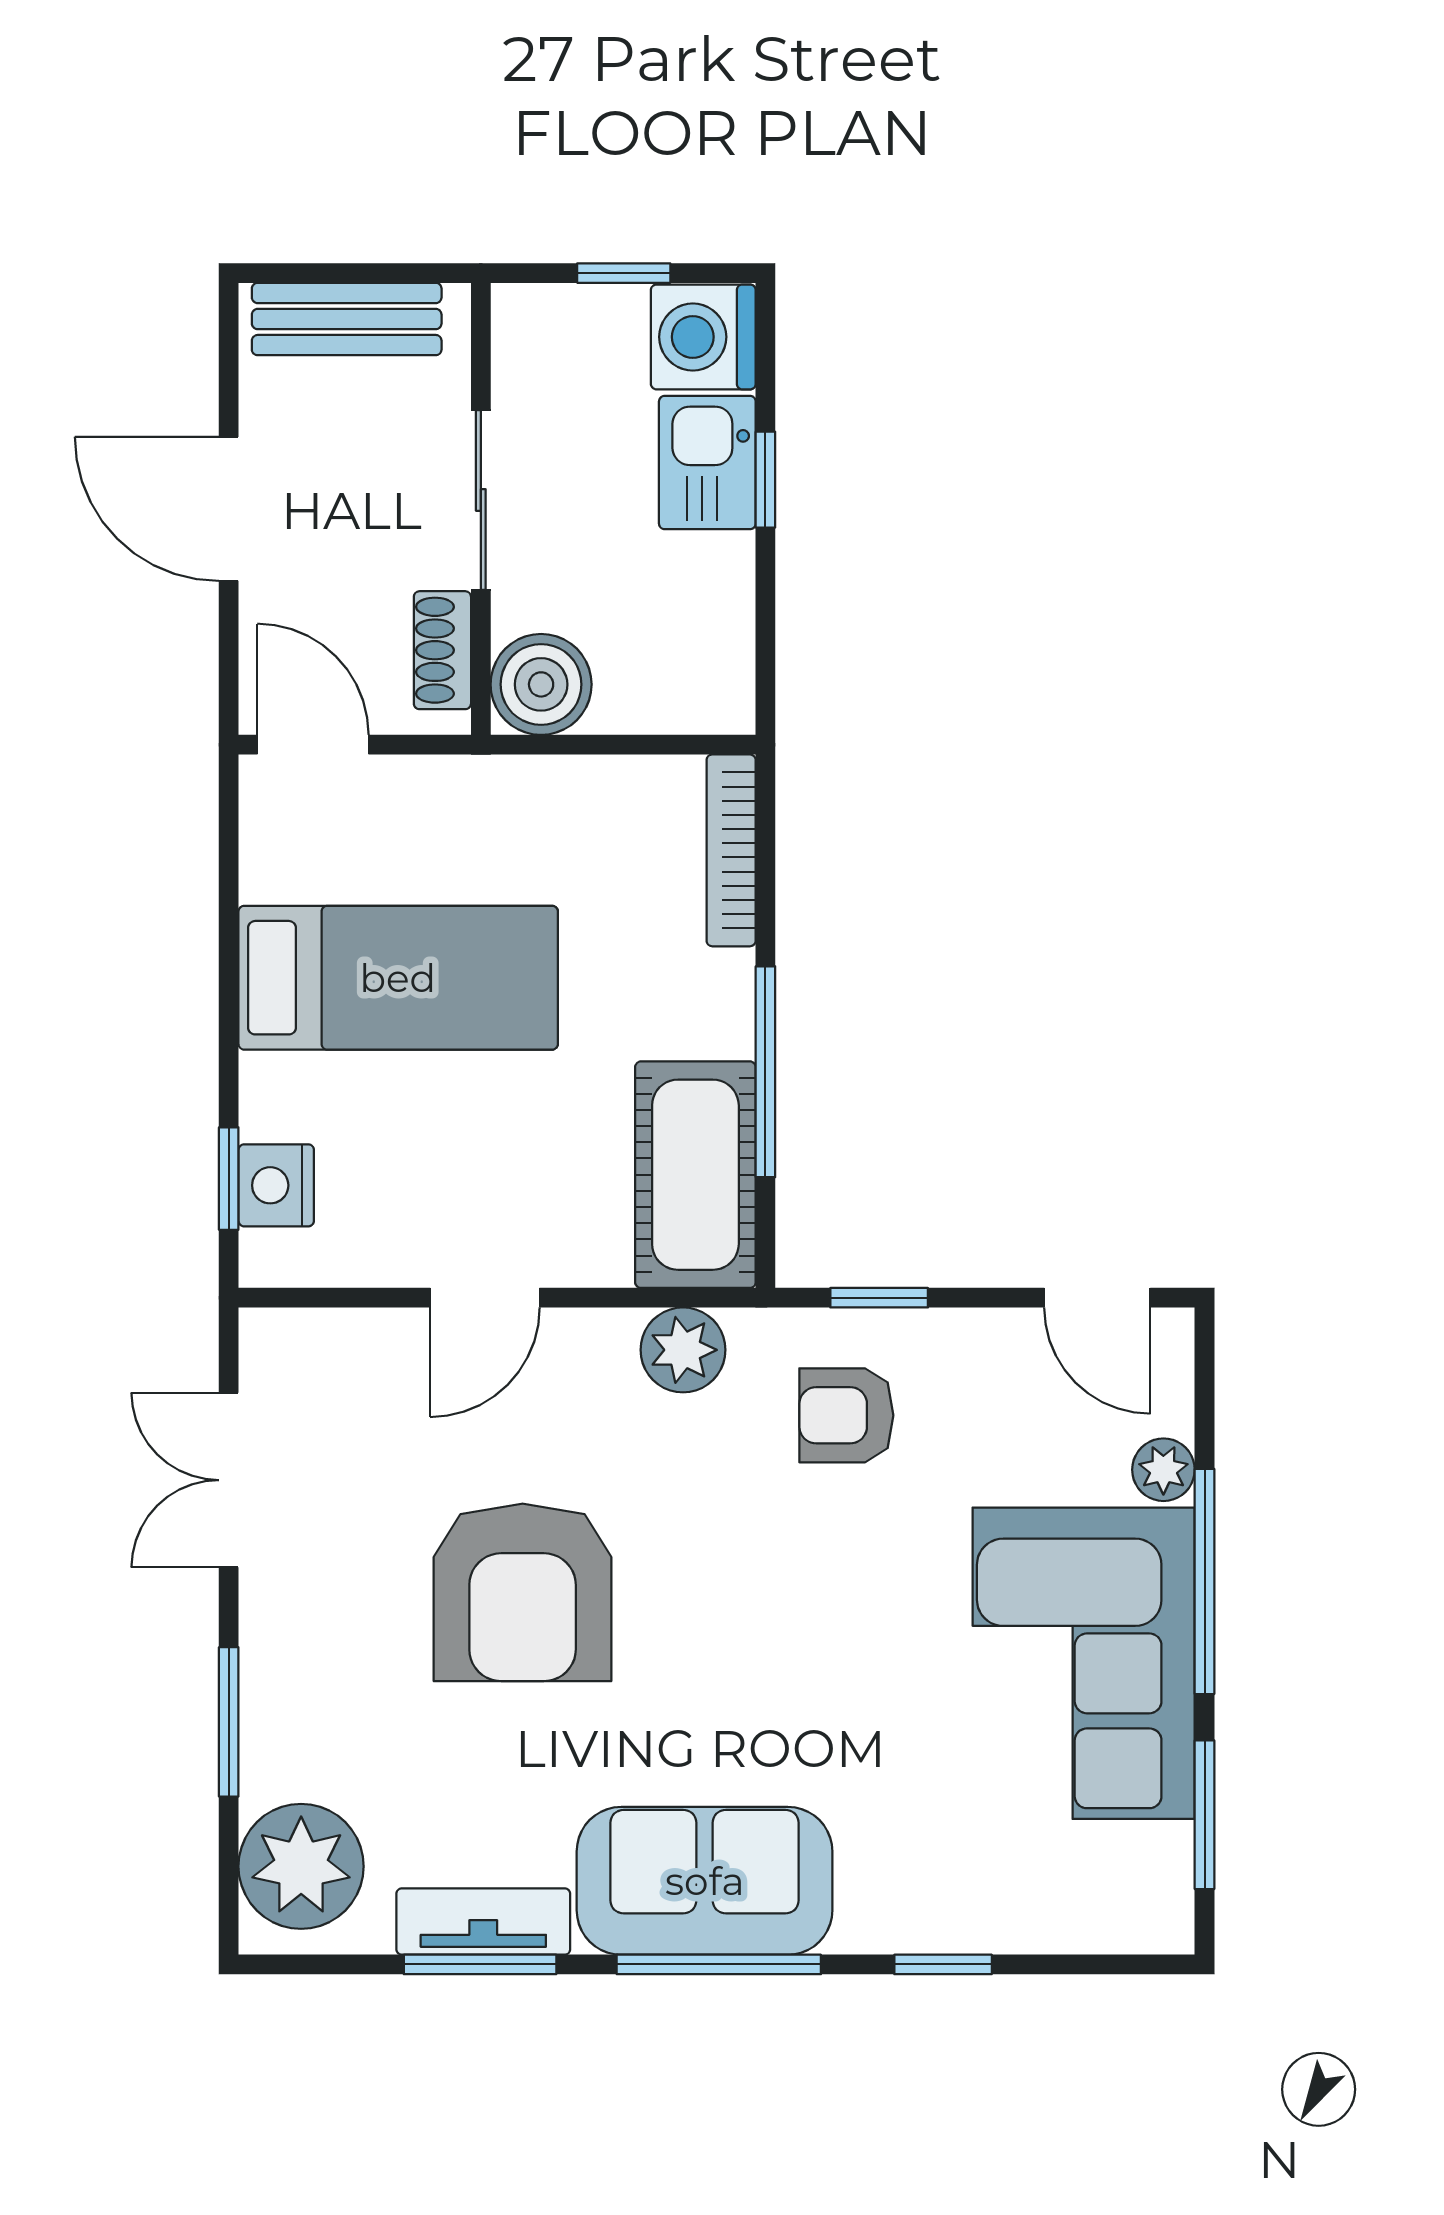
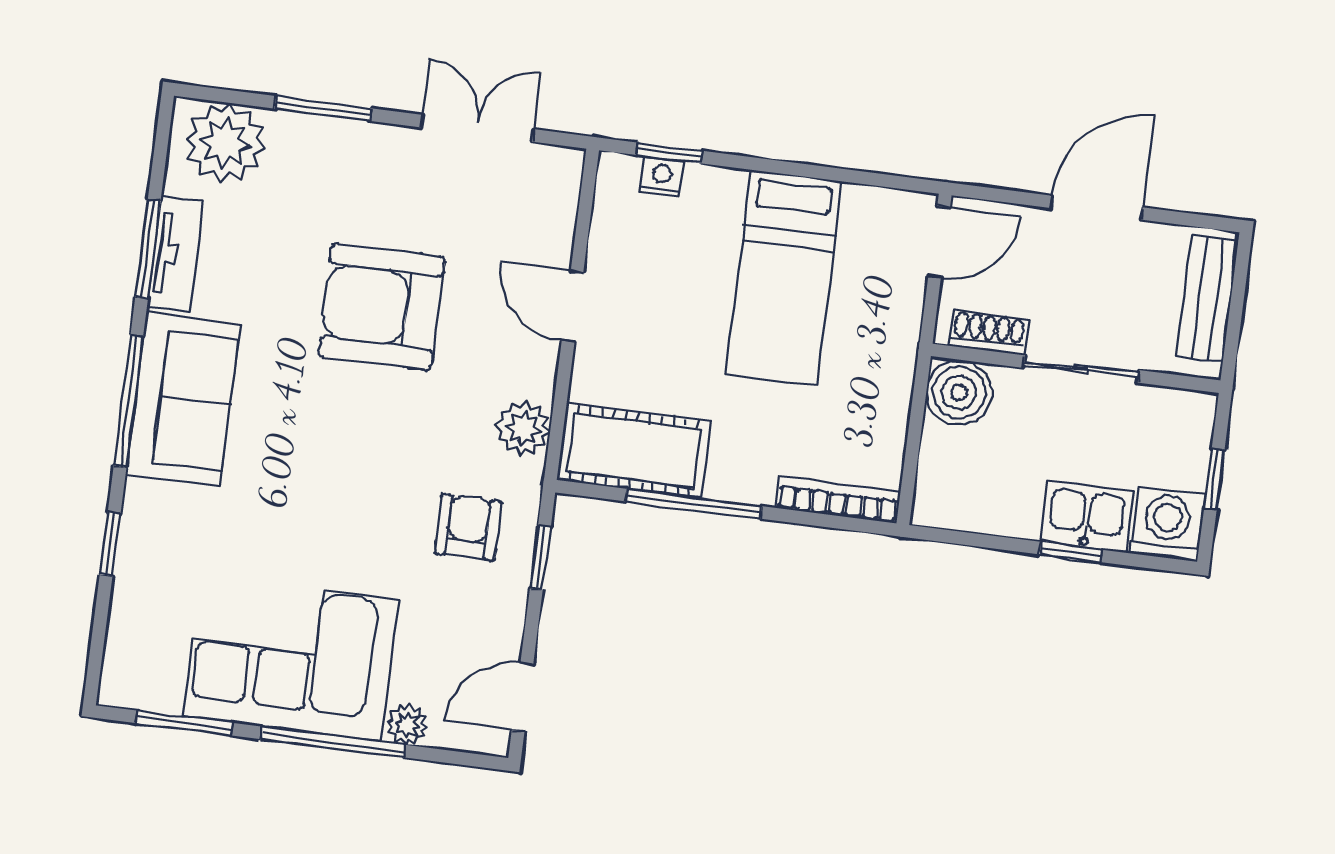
nightstand: (276, 1185) -> (662, 176), width x0.72, depth x0.74

